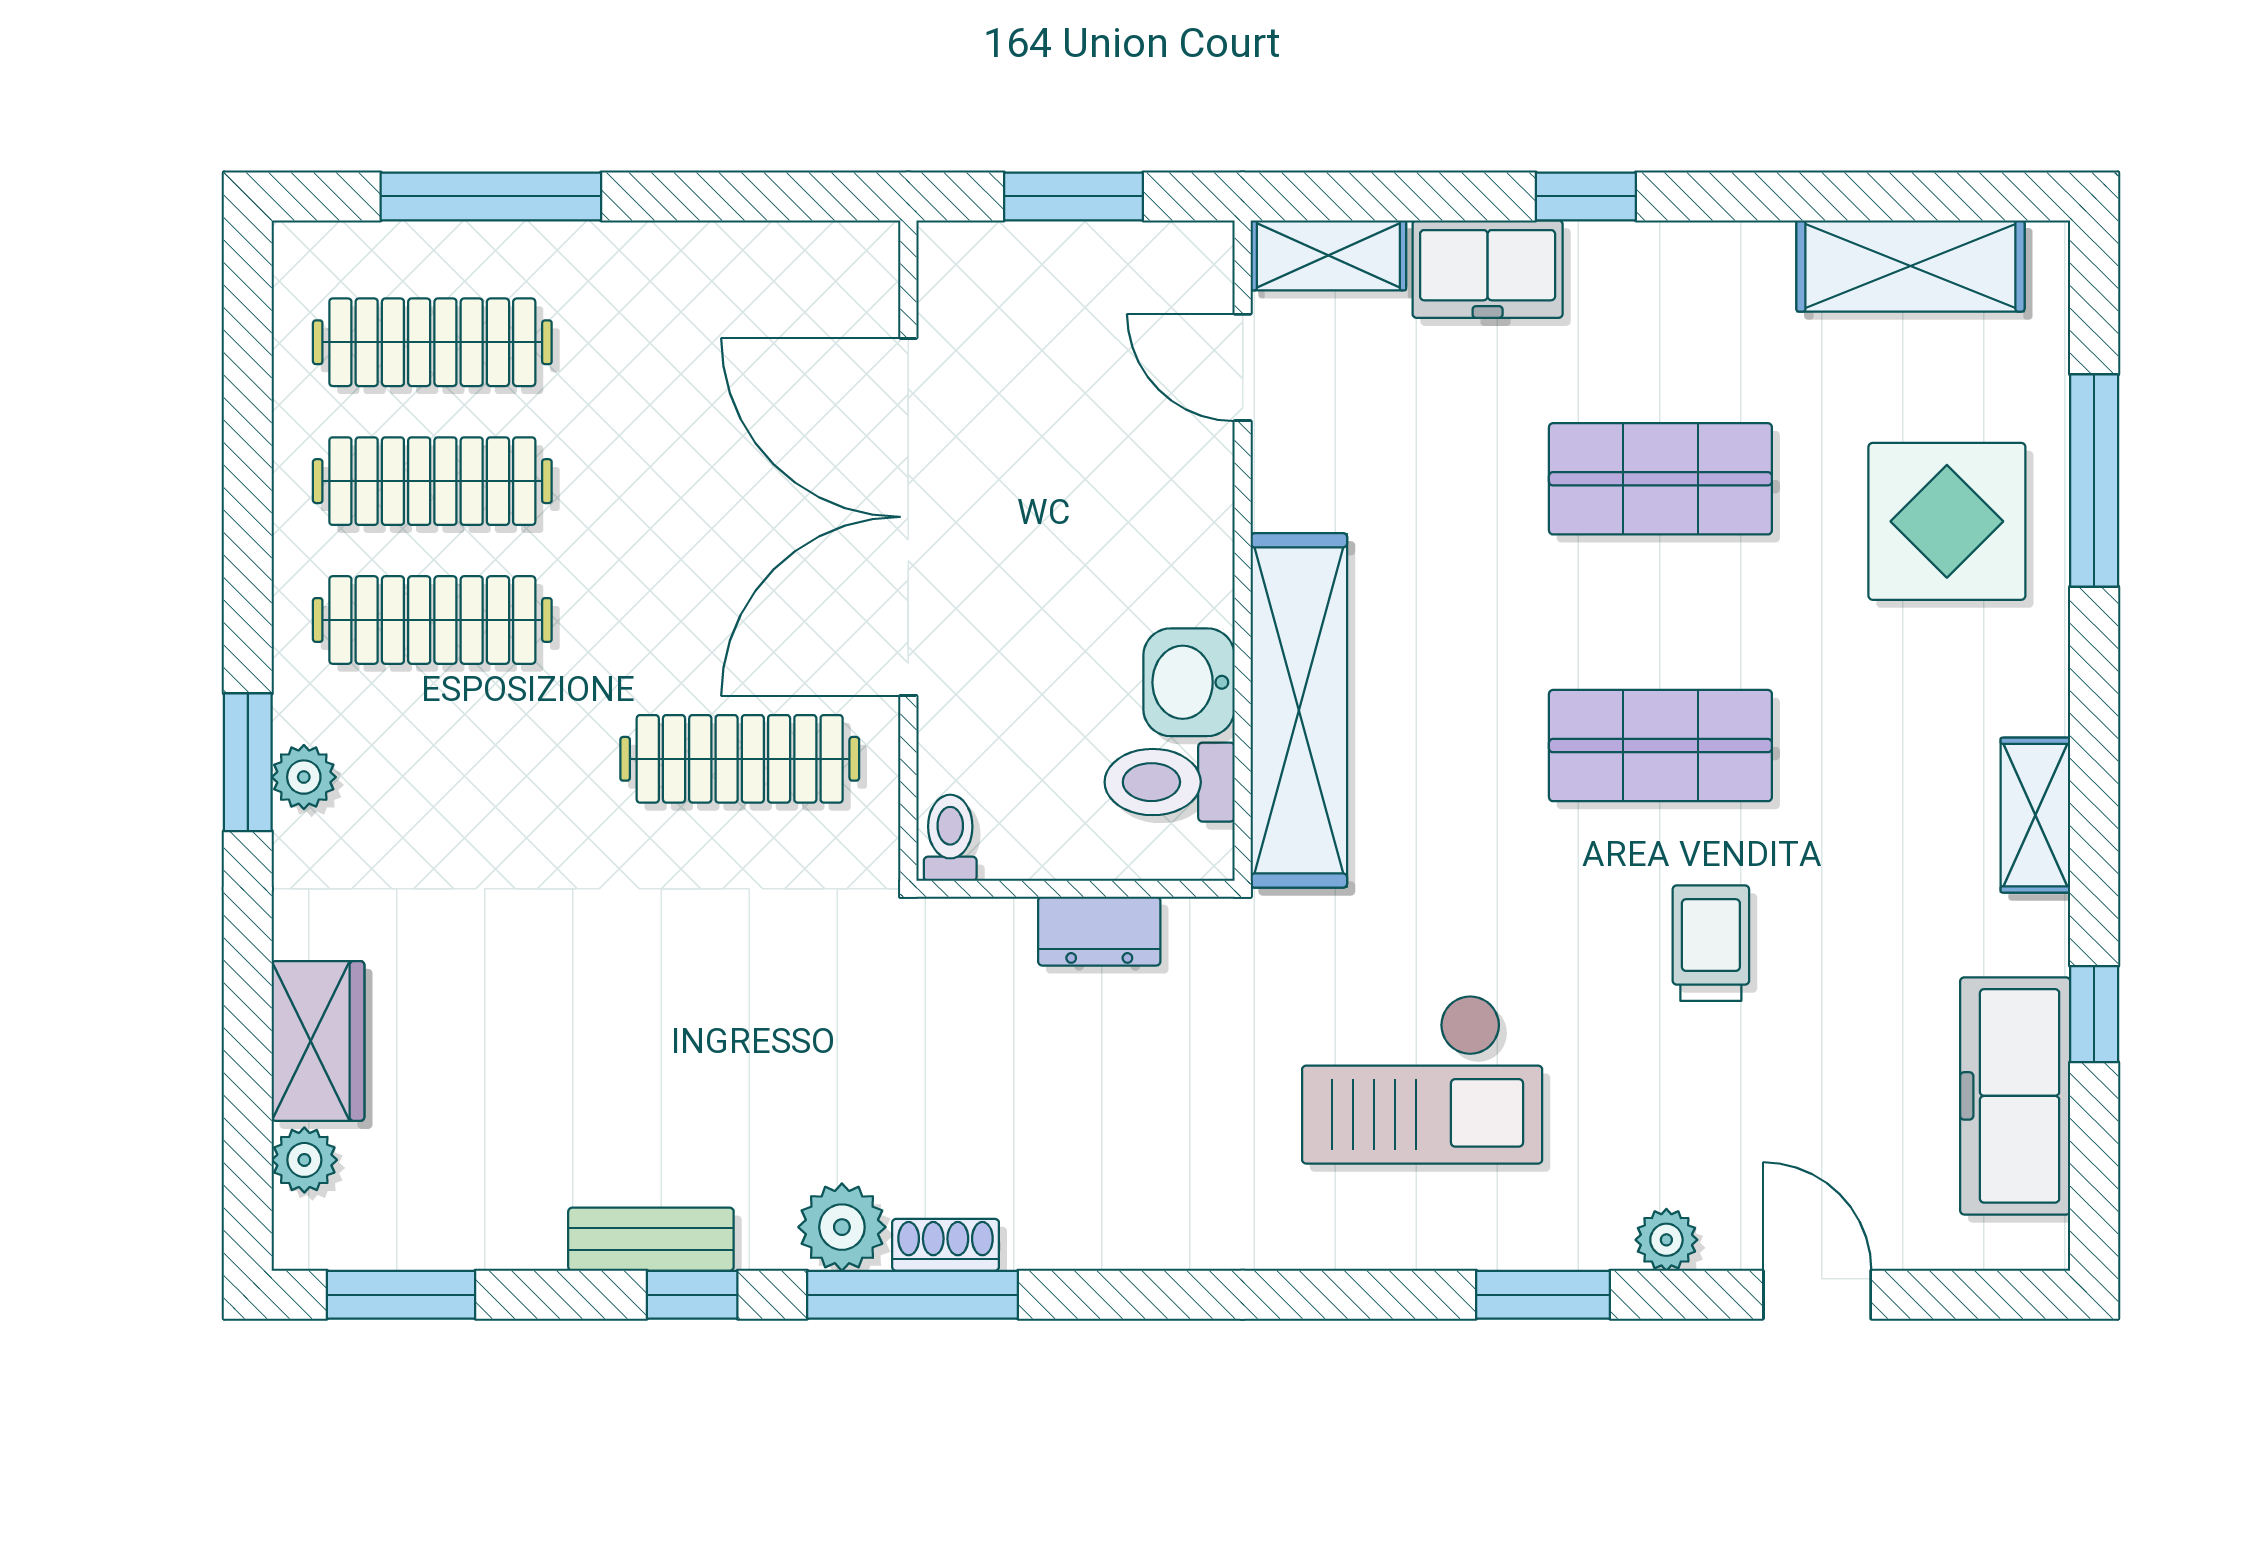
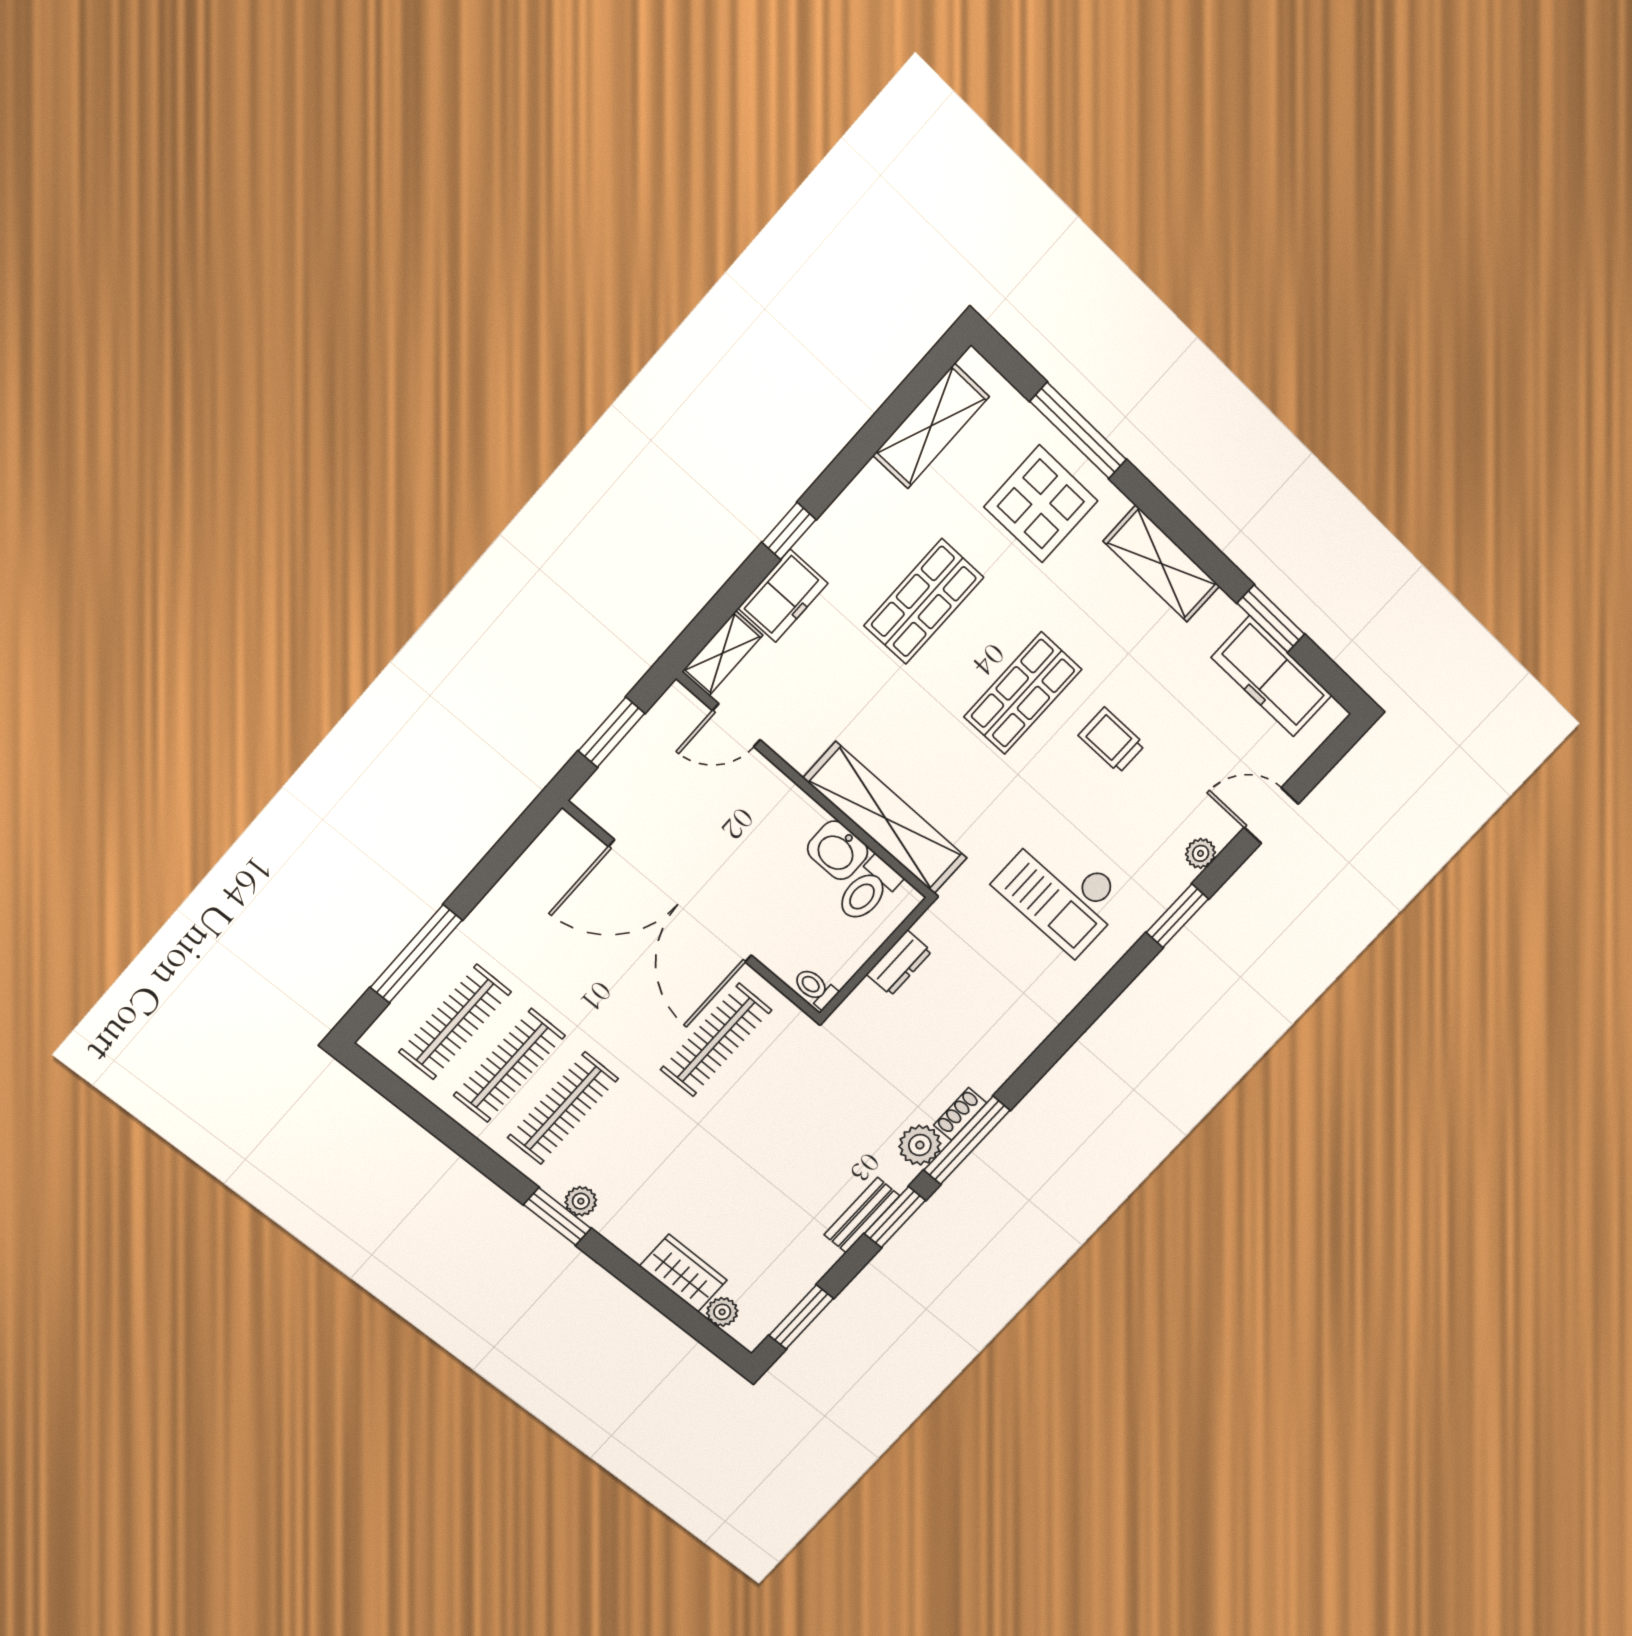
shelving: (2035, 815) -> (1162, 564), width x1.50, depth x1.33
window: (2094, 1014) -> (1271, 619), width x1.50
checkout: (1422, 1079) -> (1061, 892), turned 90
window: (692, 1295) -> (895, 1217), width x1.50

